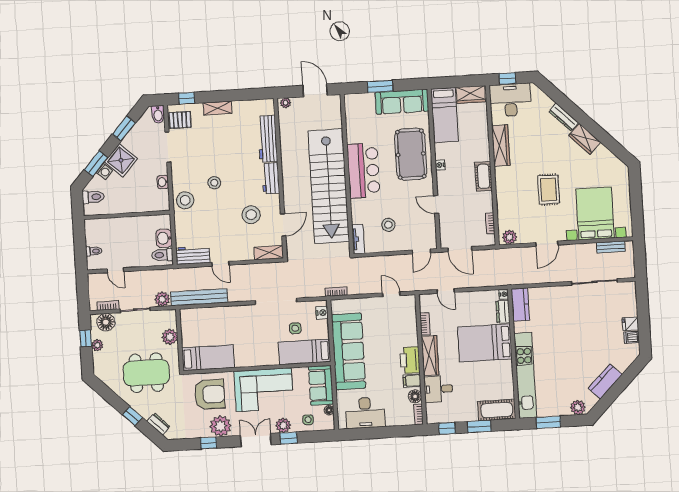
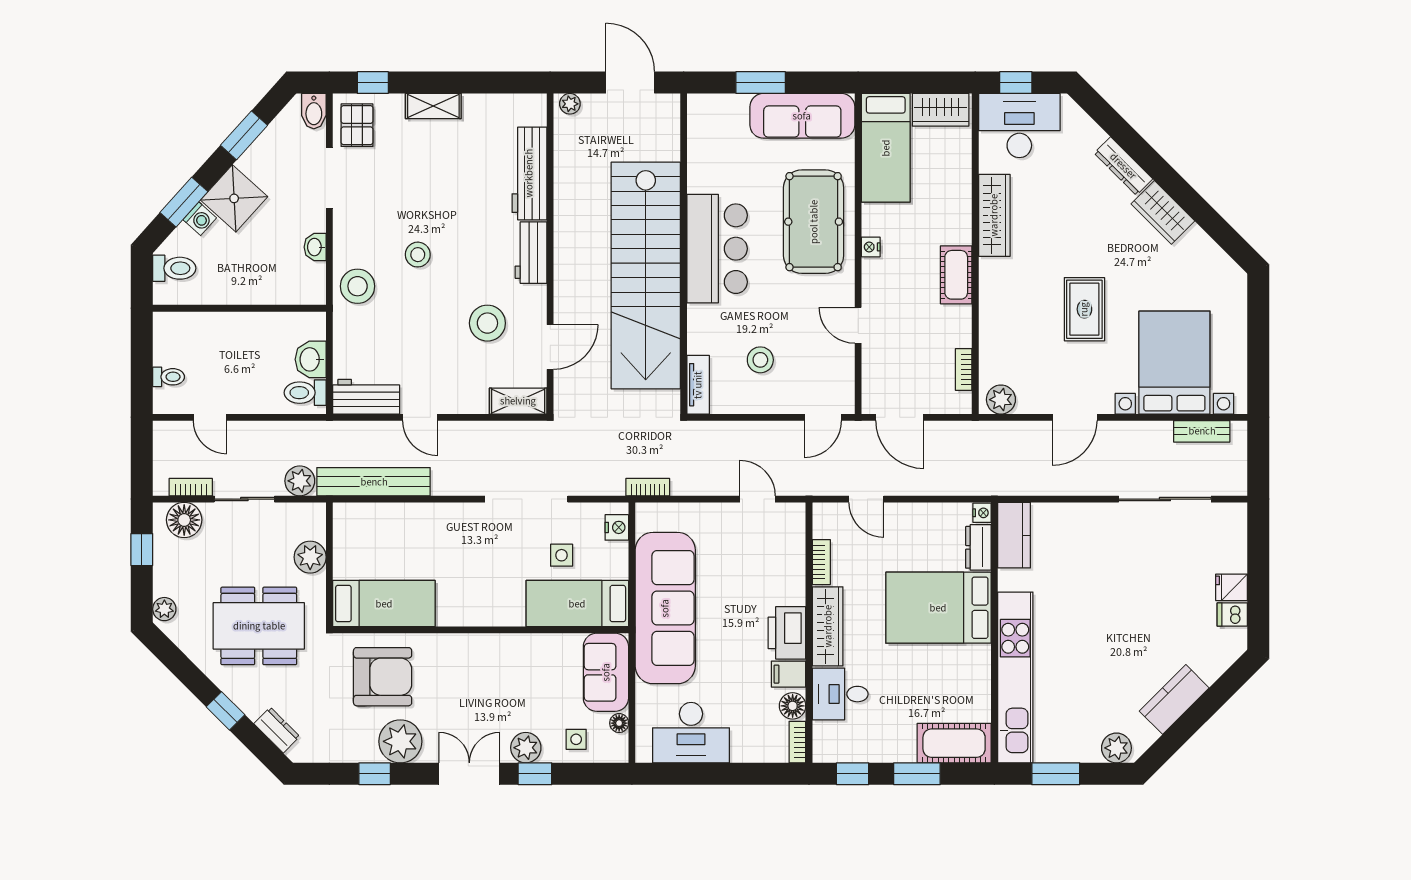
pallet: (180, 120) -> (357, 125), turned 90
plant: (97, 345) -> (164, 609), moved
corner sofa: (264, 390) -> (491, 674), removed

